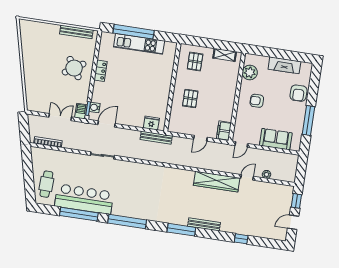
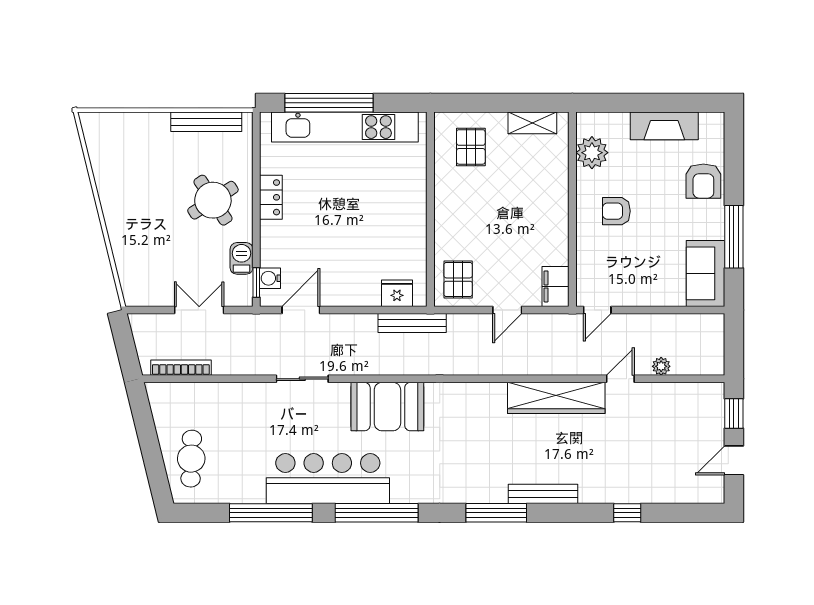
kitchen unit: (139, 44) -> (345, 127), width x1.36
pallet: (190, 98) -> (458, 280), moved
barbecue: (81, 111) -> (242, 258), moved
sofa: (276, 139) -> (706, 273), moved, turned -90
booth: (139, 174) -> (387, 407), added
bar counter: (84, 199) -> (328, 479), moved

